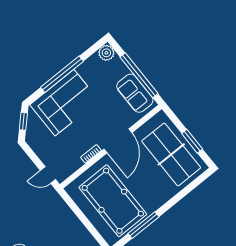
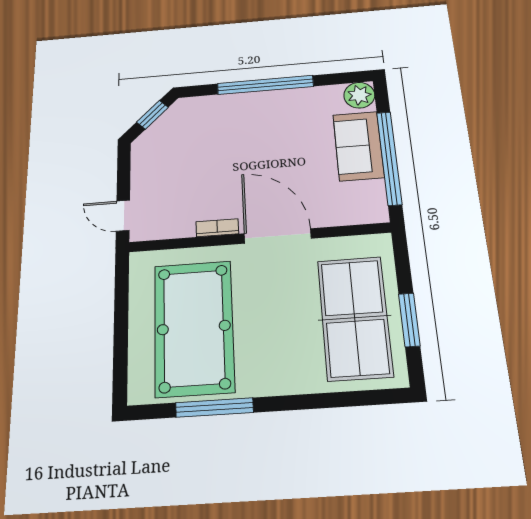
sofa: (135, 93) -> (358, 146), moved
corner sofa: (64, 103) -> (236, 126), removed
door: (118, 141) -> (278, 236), swing flipped

